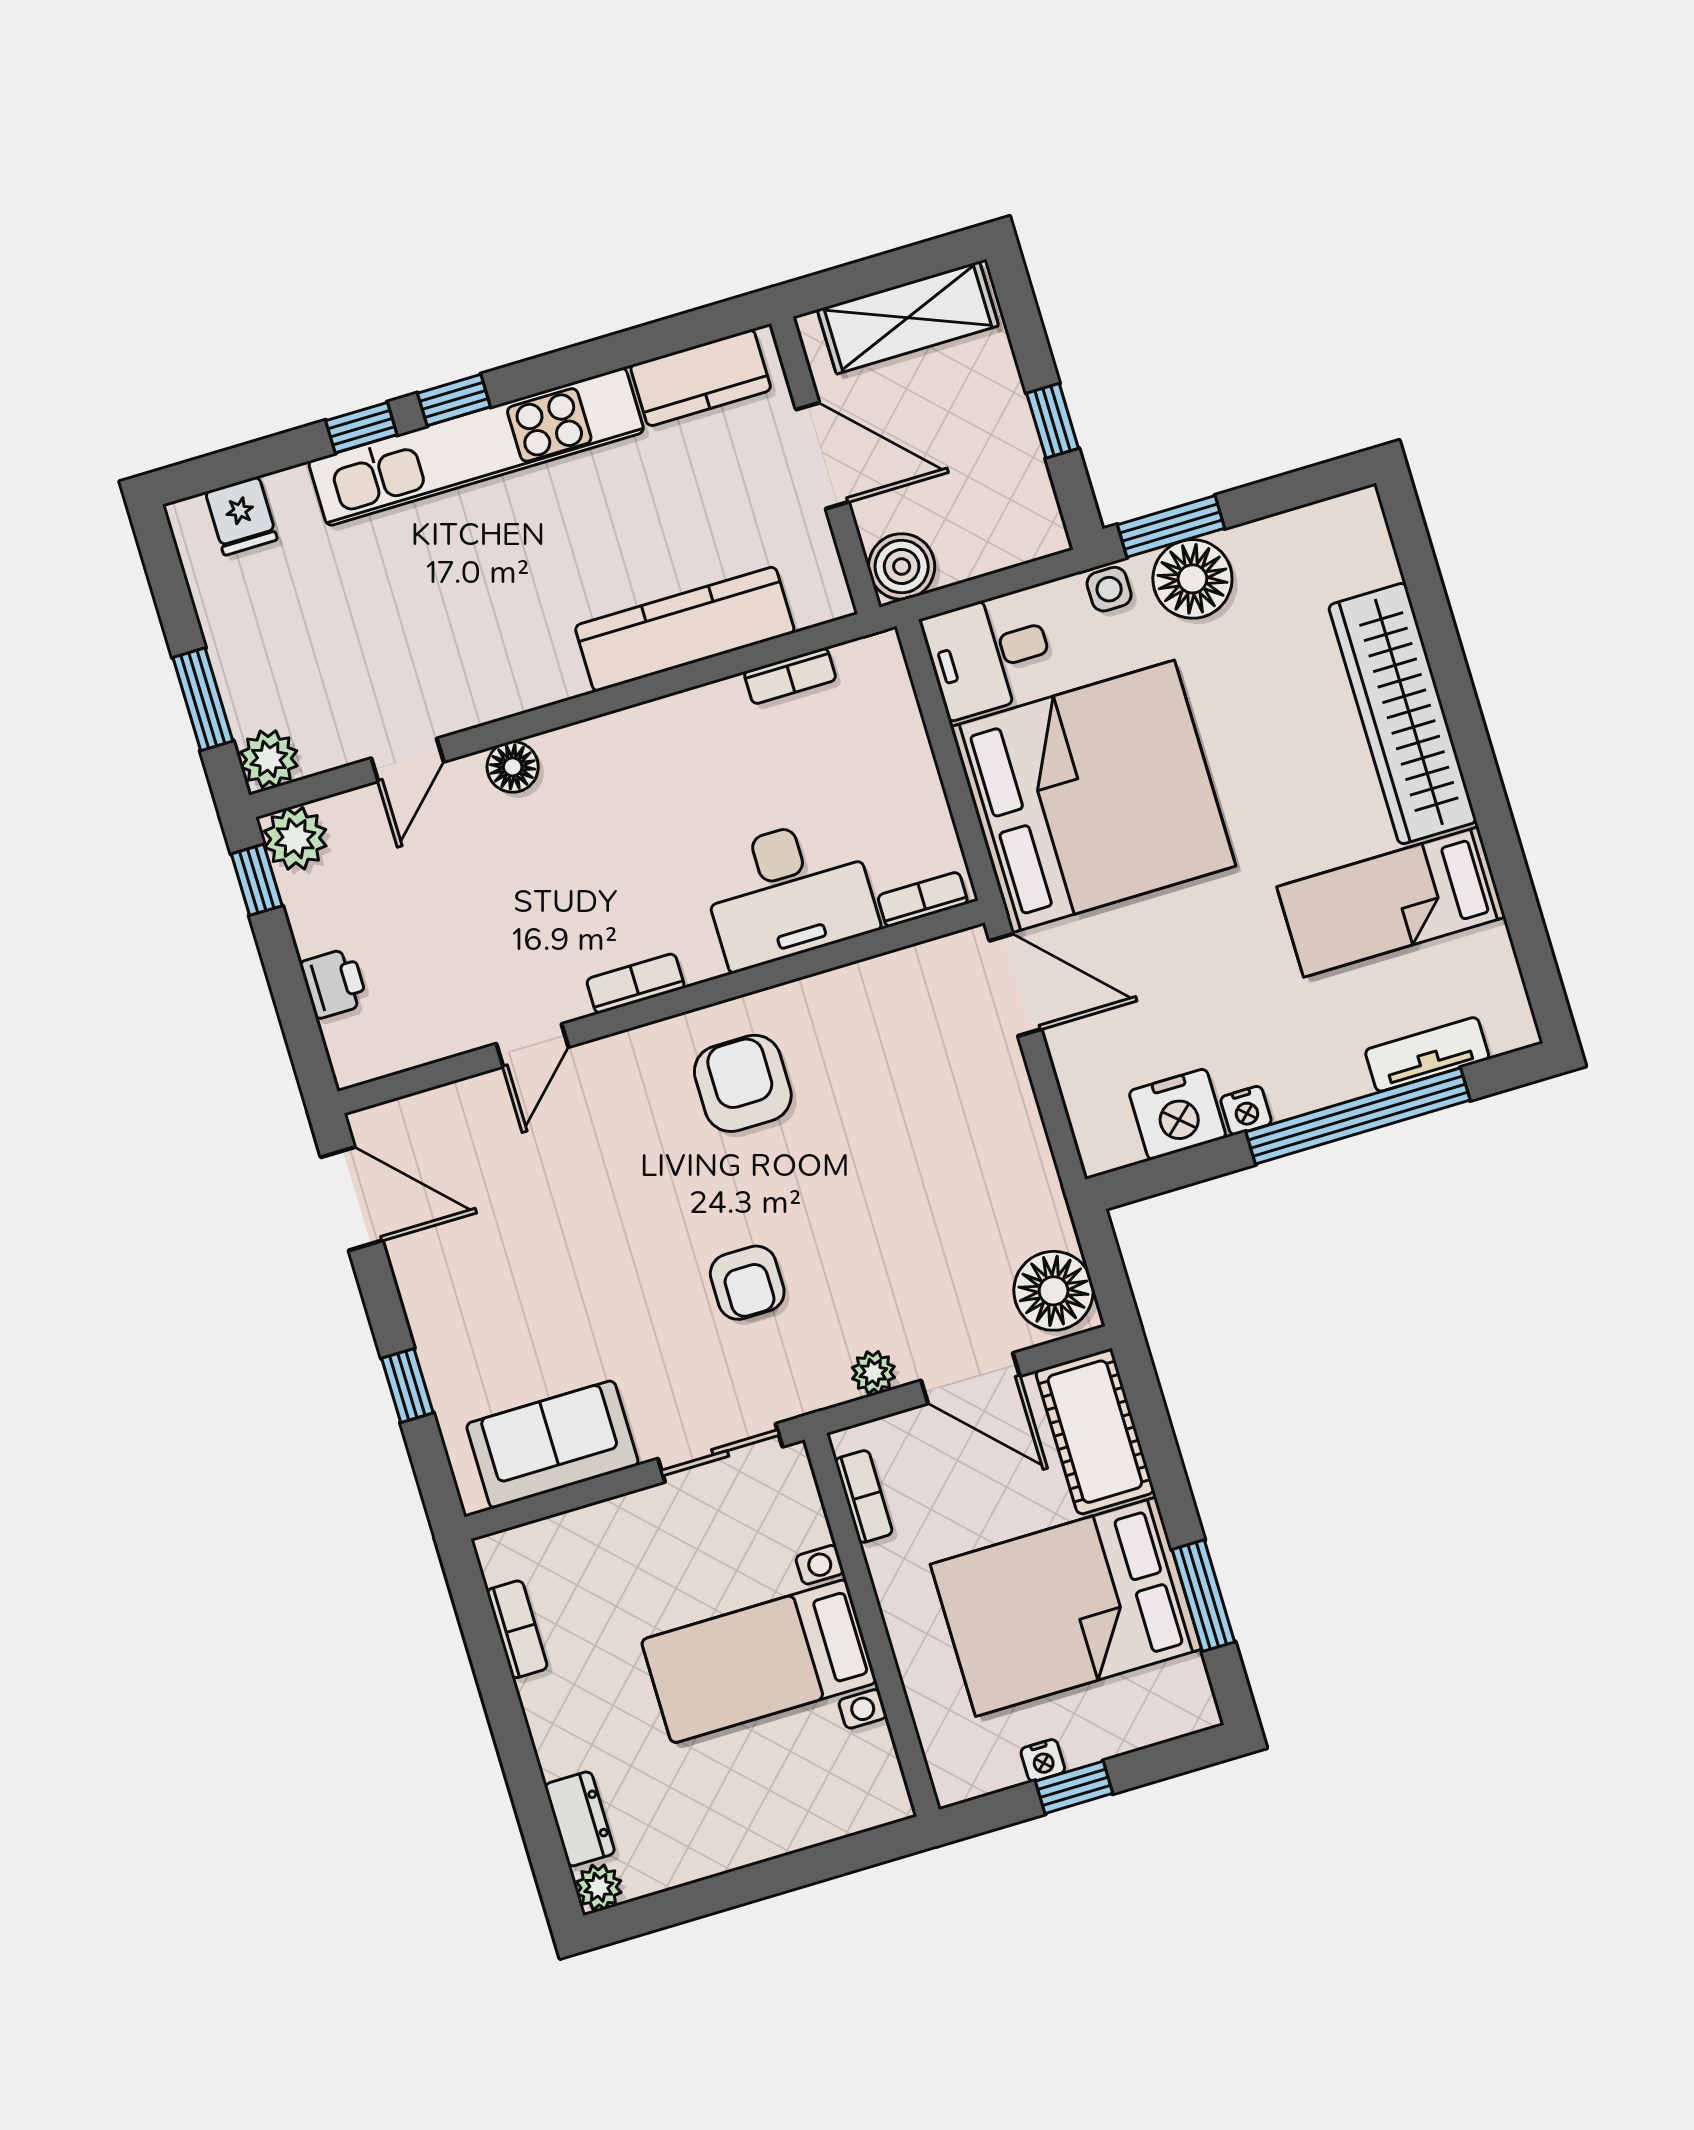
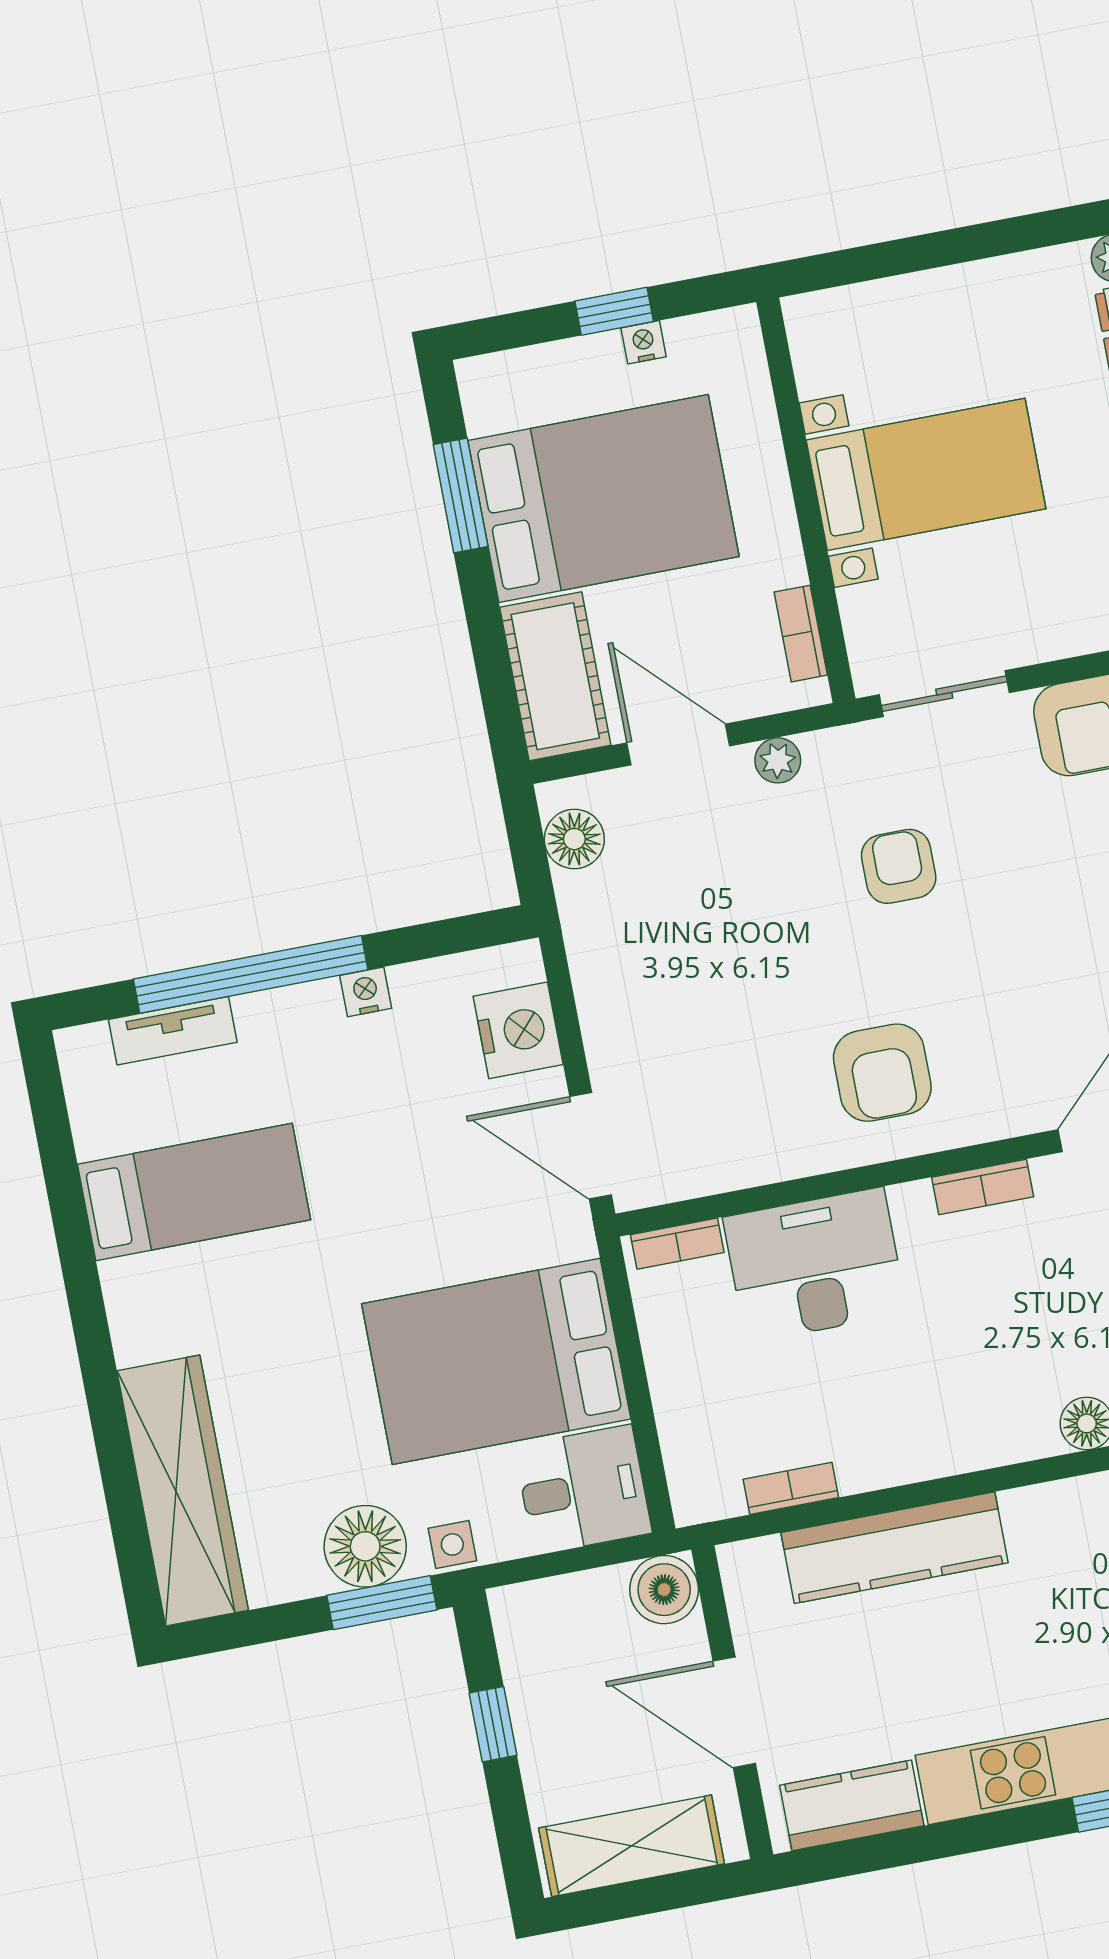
wardrobe: (1403, 714) -> (183, 1490), moved
bed: (1093, 796) -> (496, 1361), width x0.73
nightstand: (1178, 1114) -> (518, 1030), moved, turned 90
floor lamp: (1054, 1291) -> (574, 839), width x0.73, depth x0.73

